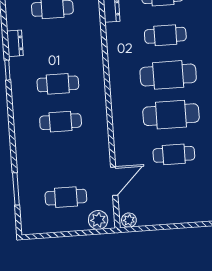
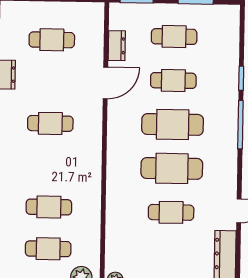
cafe table: (61, 122) -> (49, 207), moved
door: (114, 181) -> (105, 83), moved

